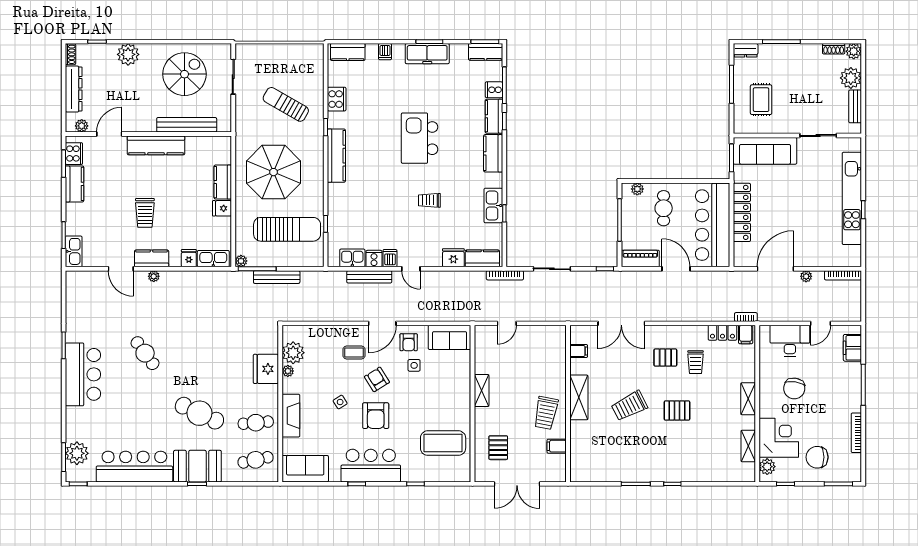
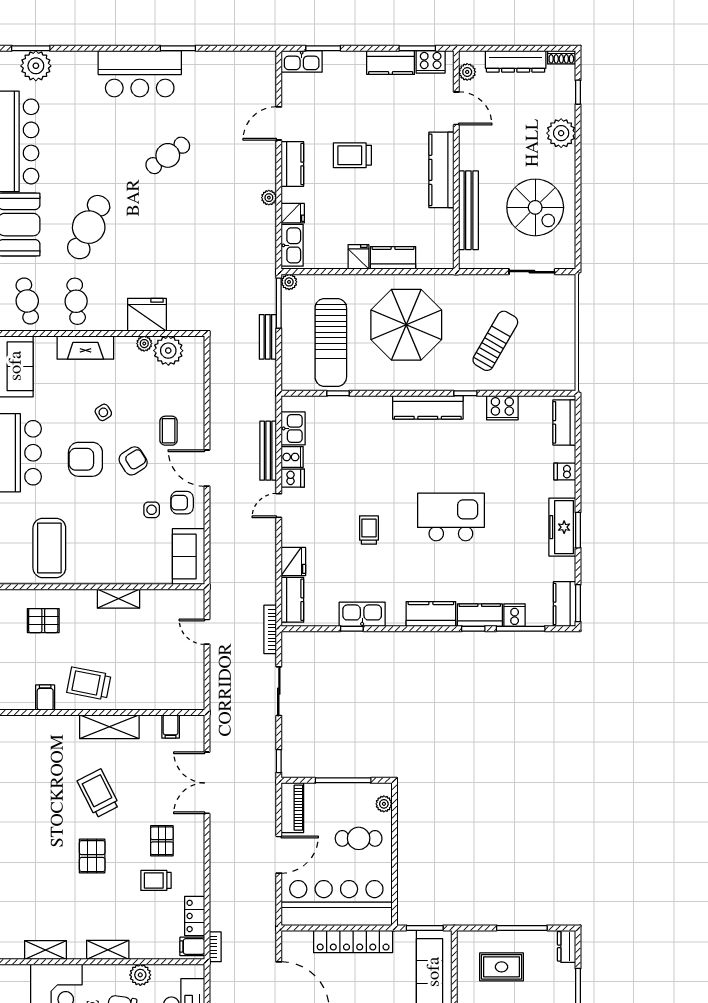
plant: (154, 276) -> (269, 198), moved
bench: (277, 277) -> (268, 337), width x0.73
plant: (767, 467) -> (140, 975), moved

